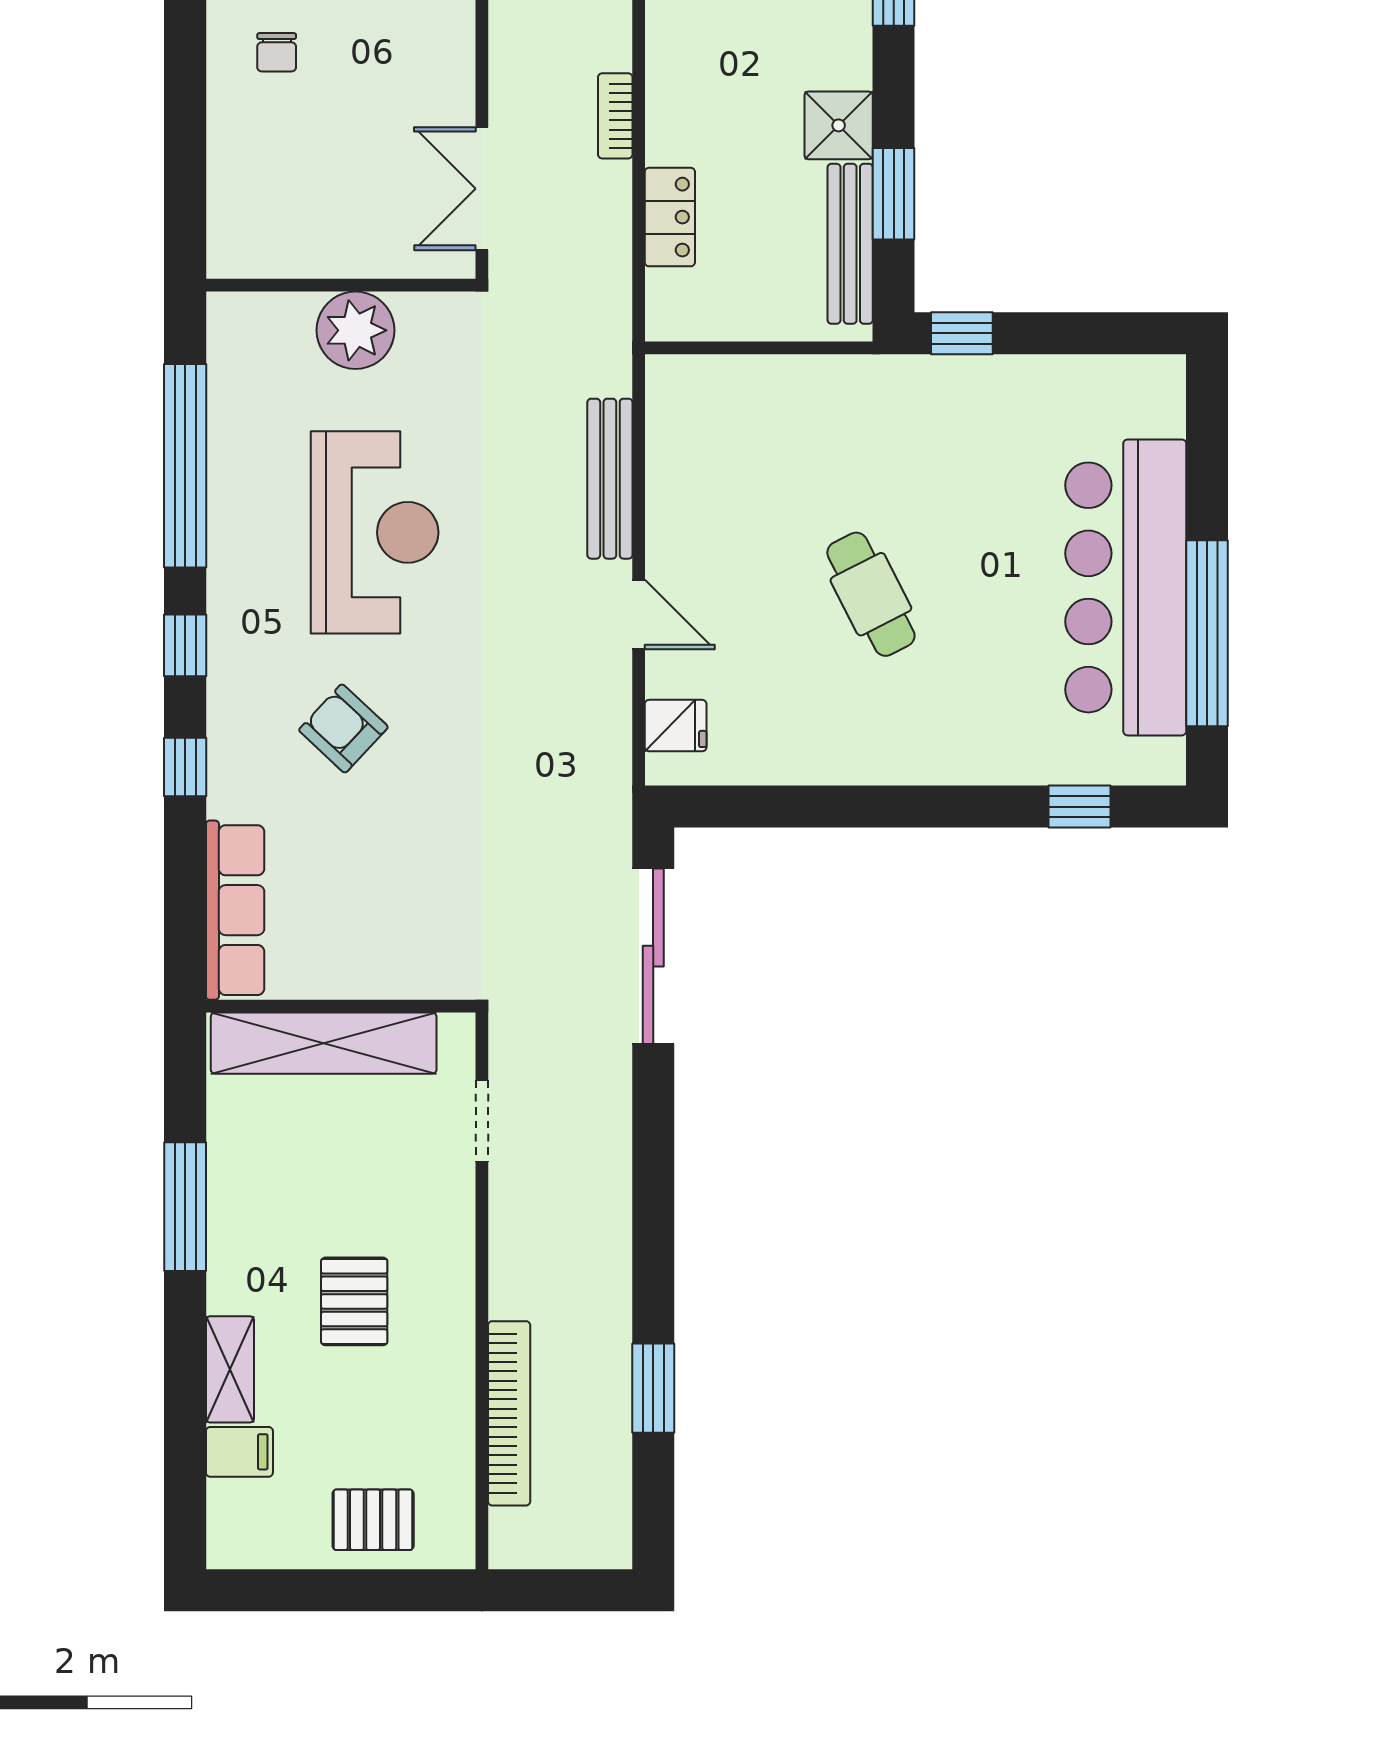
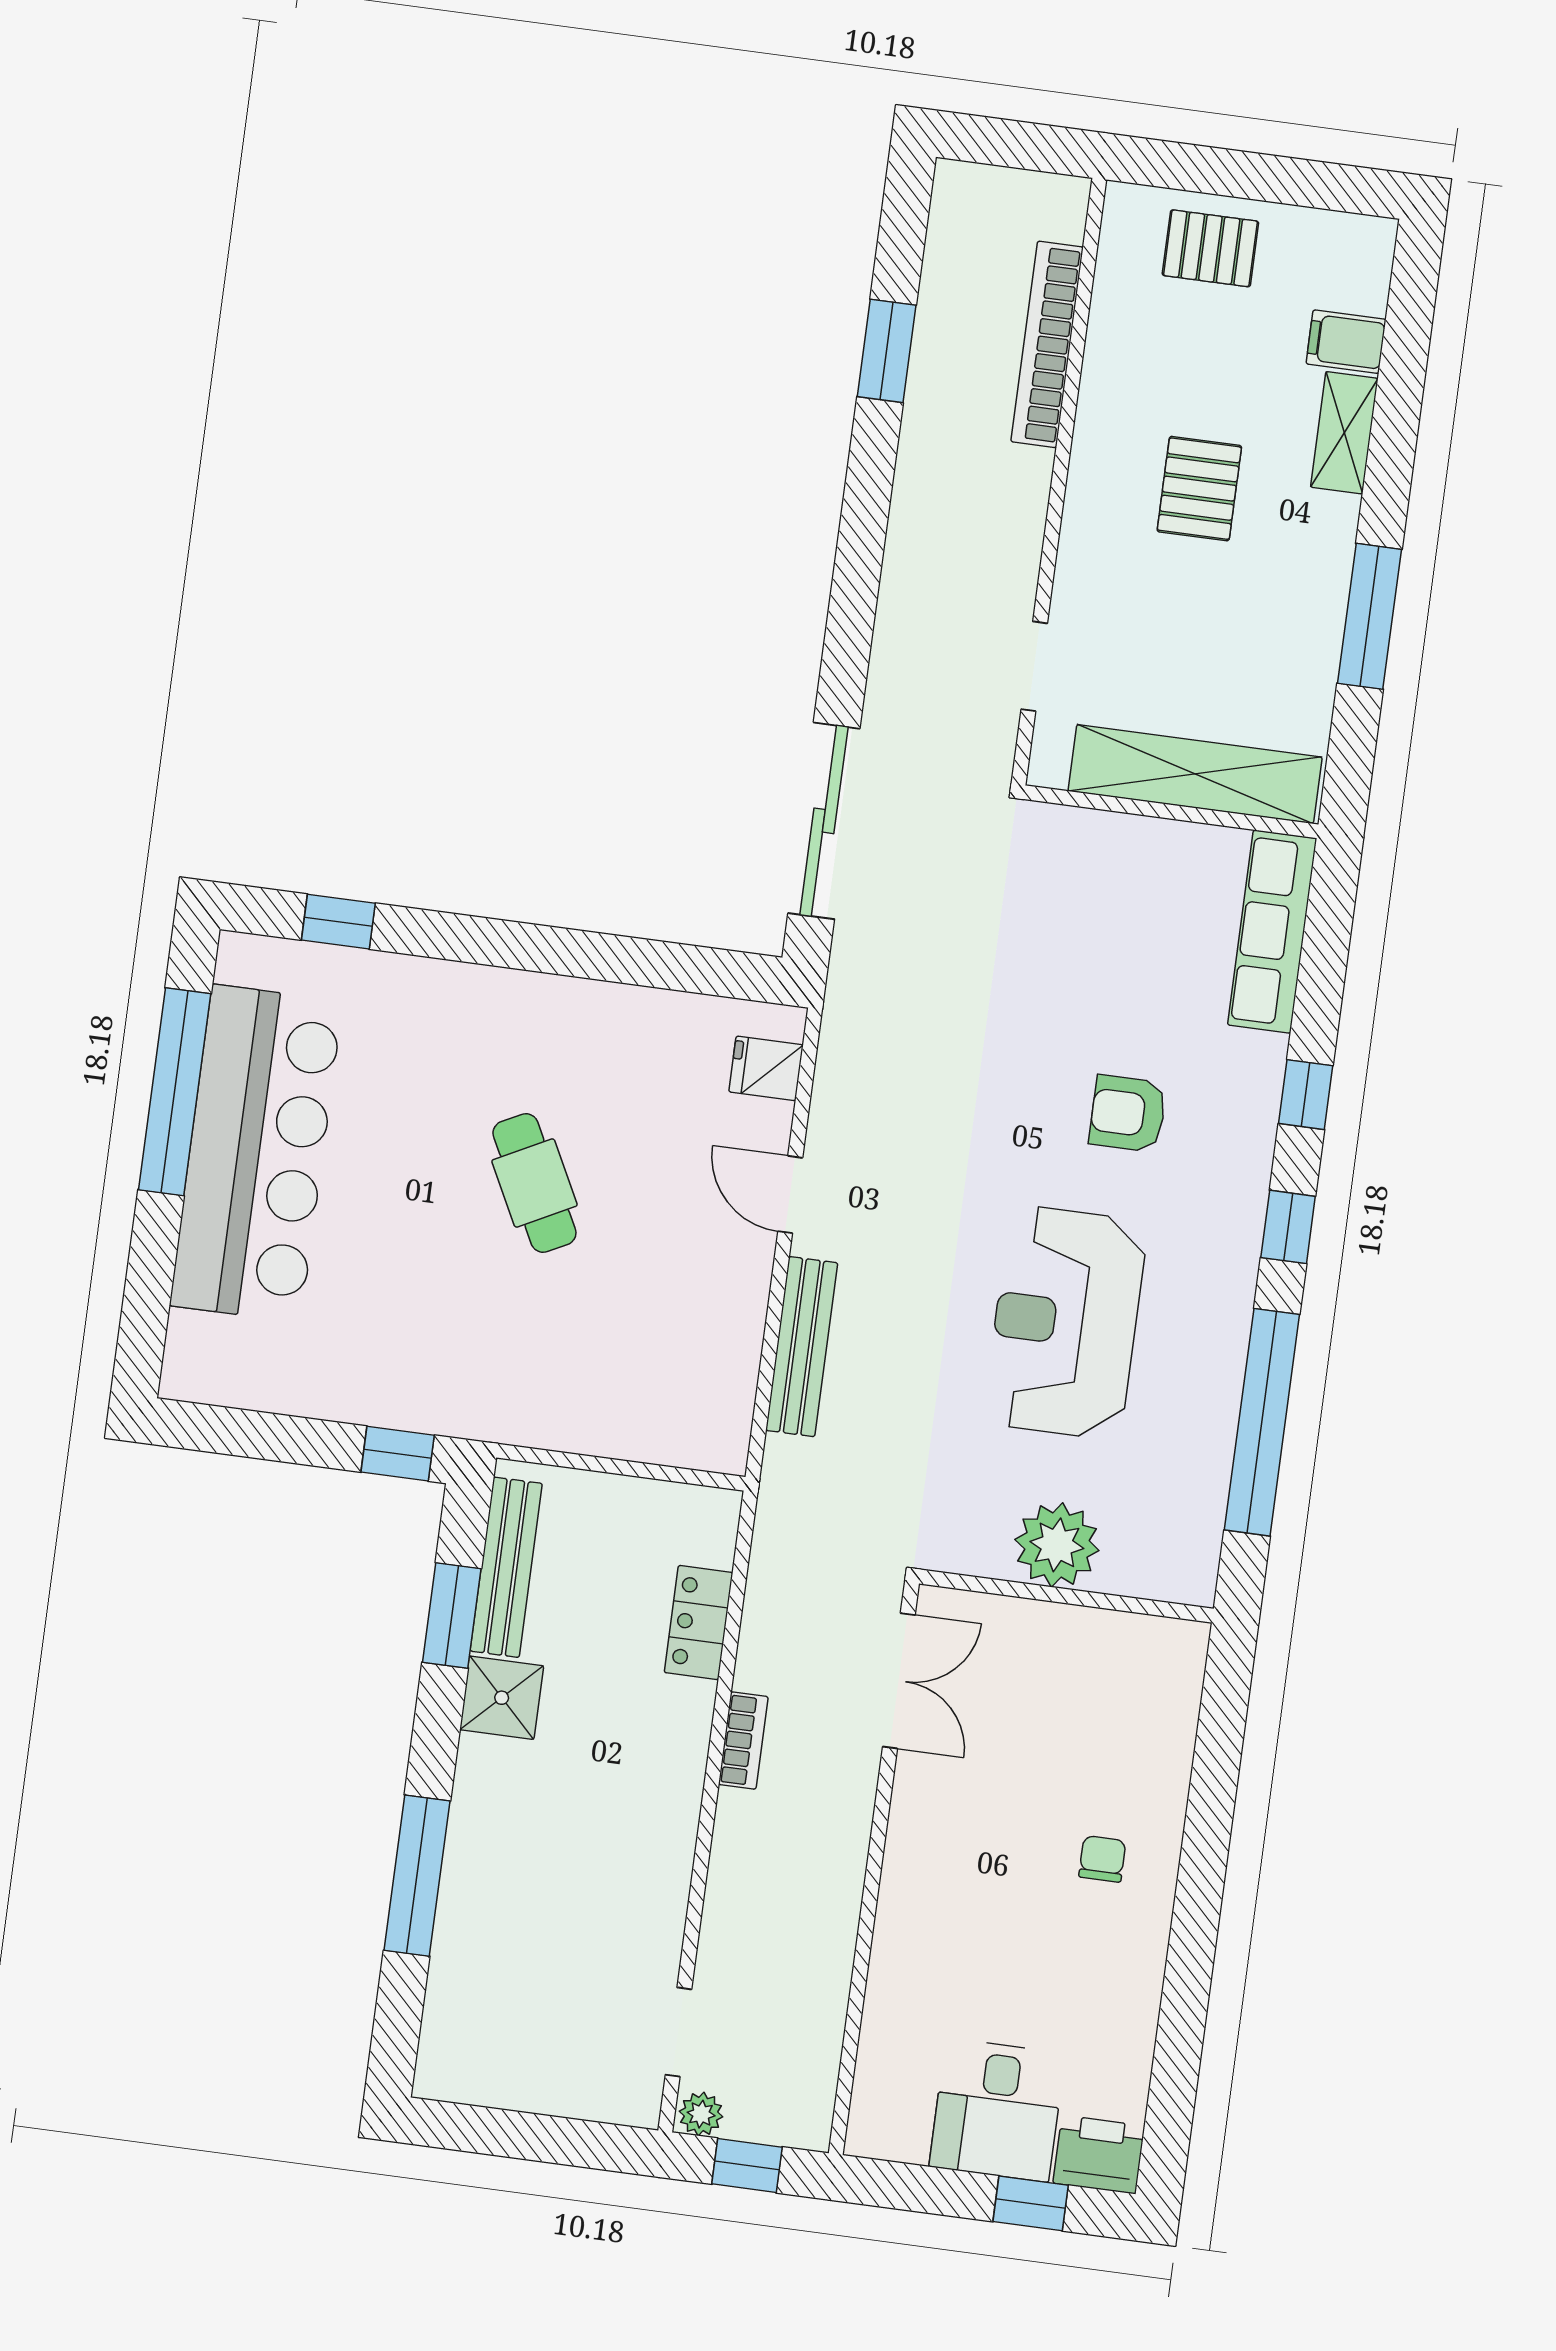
armchair: (343, 728) -> (1128, 1113), turned 137

